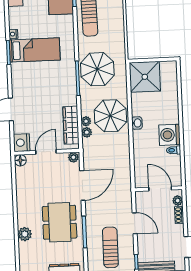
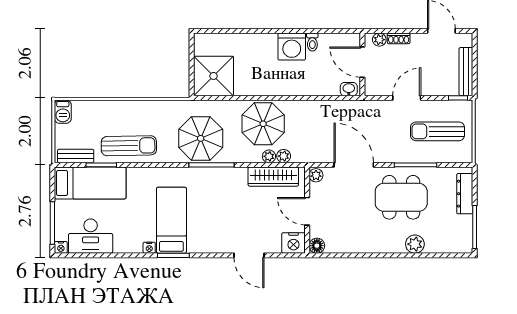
washbasin: (137, 123) -> (349, 89), moved
door: (160, 189) -> (362, 62), hinge flipped

